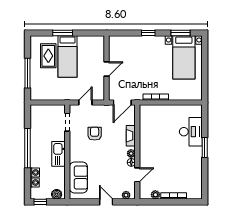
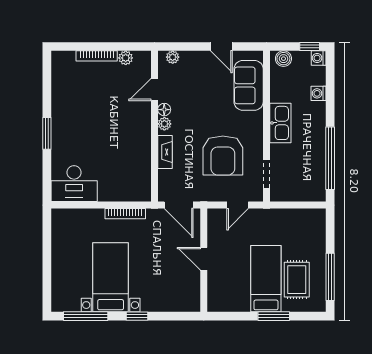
window: (180, 33) -> (86, 316), width x1.44
bed with nightstands: (184, 57) -> (111, 277), moved
door: (107, 69) -> (204, 259), hinge flipped
window: (27, 73) -> (330, 277), moved
door: (122, 103) -> (179, 205), swing flipped
desk: (191, 132) -> (74, 184), moved, turned -90
armchair: (95, 134) -> (223, 156), width x1.88, depth x1.88
window: (27, 148) -> (330, 158), moved
washing machine: (35, 183) -> (319, 58), moved
door: (106, 202) -> (221, 46), moved

